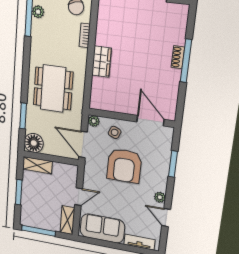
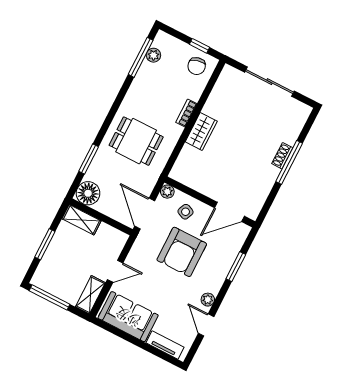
bookcase: (85, 35) -> (186, 113), moved
dining table: (53, 89) -> (136, 141), width x0.73
door: (151, 121) -> (229, 212), swing flipped

